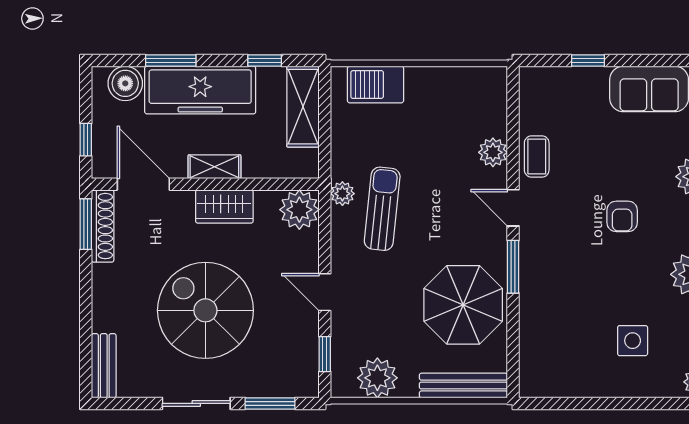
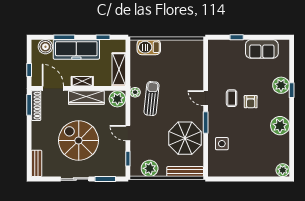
shelving: (303, 107) -> (119, 69), moved
plant: (493, 152) -> (197, 75), removed
coffee table: (537, 157) -> (232, 98), moved
wardrobe: (224, 207) -> (86, 98), width x1.50
side table: (633, 341) -> (222, 144), moved

